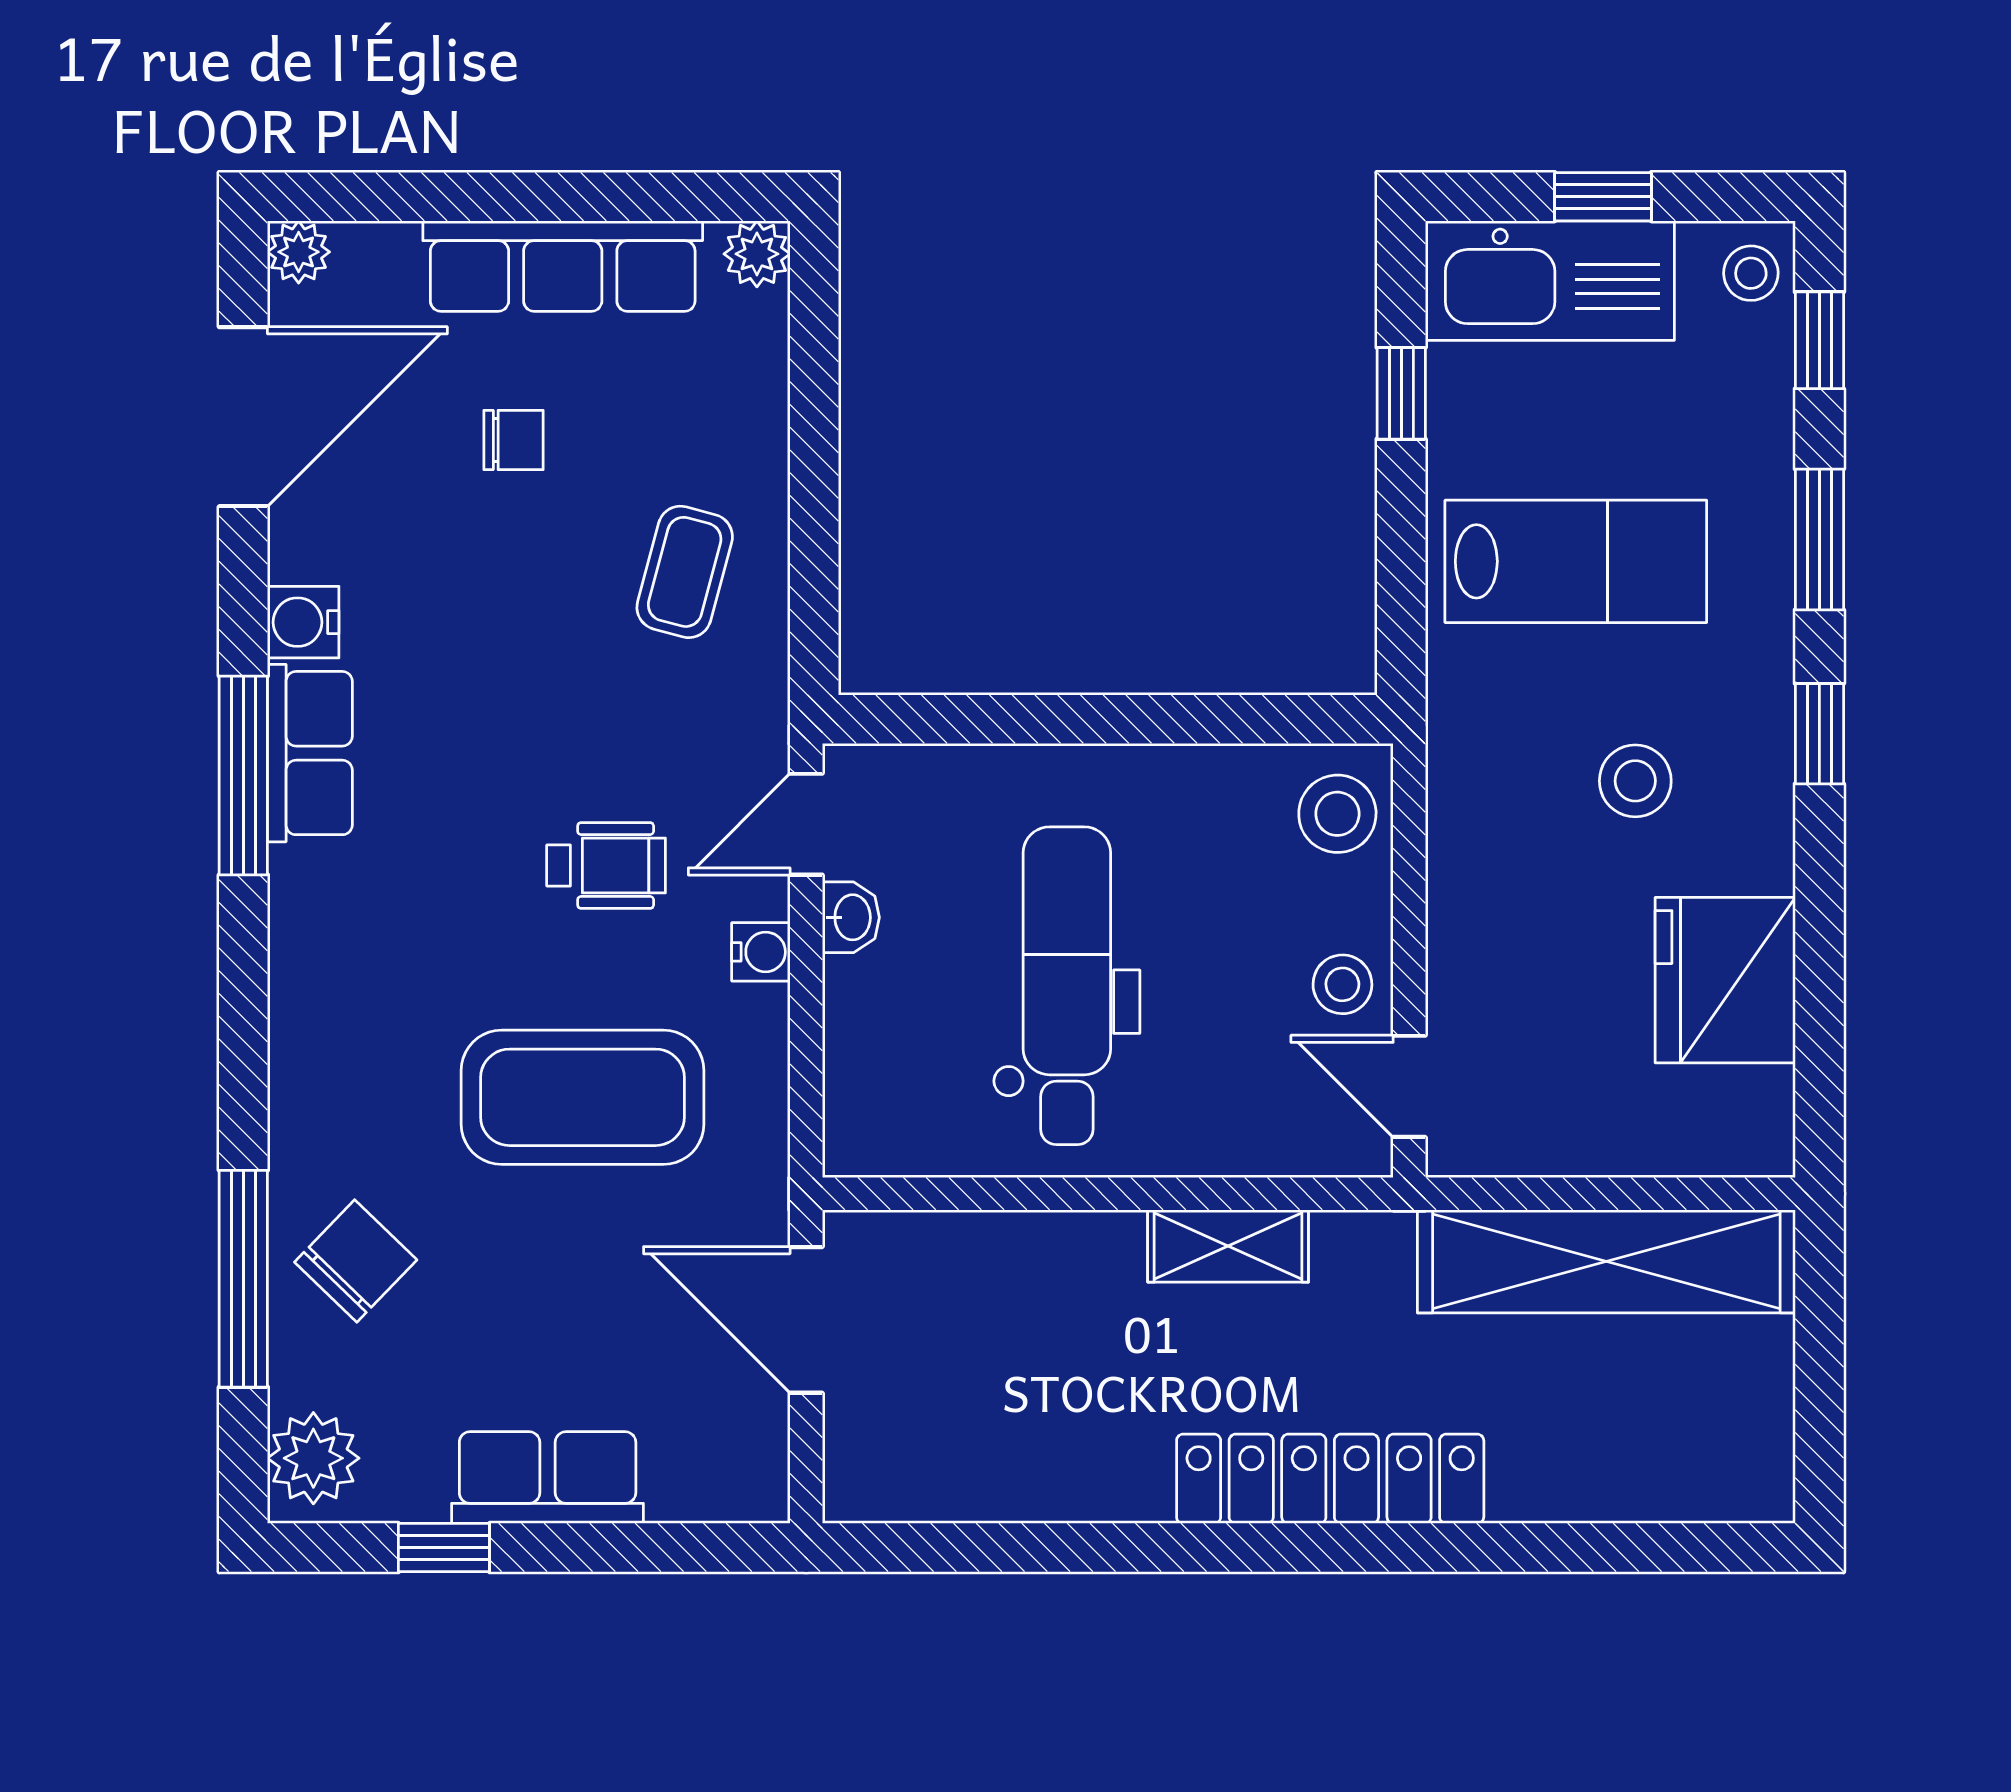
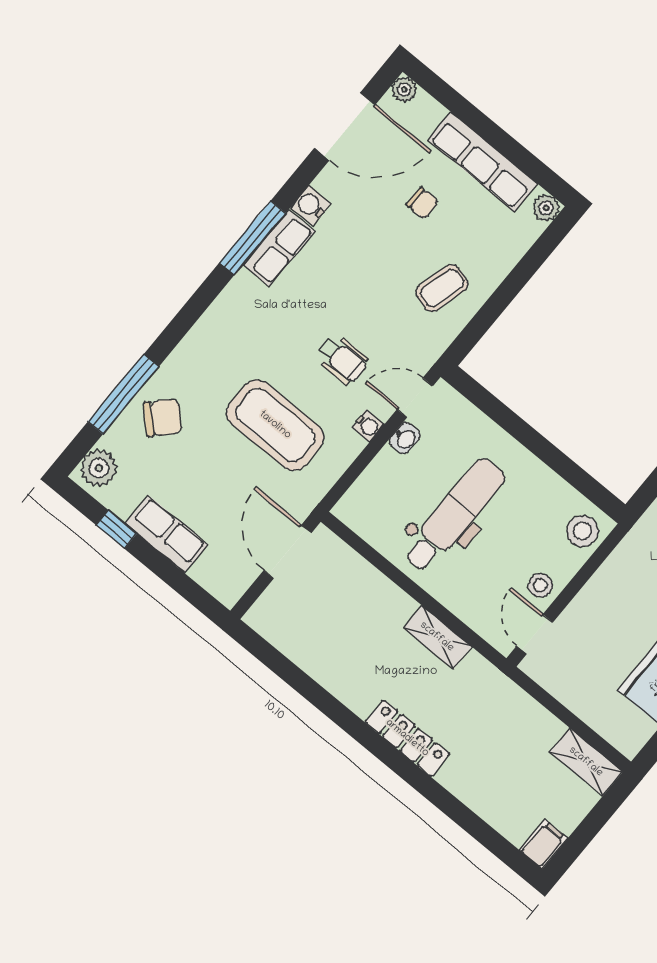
shelving: (1606, 1261) -> (586, 762), width x0.45, depth x0.75
filing cabinet: (1758, 1474) -> (544, 844), added
locker: (1330, 1479) -> (407, 738), width x0.71, depth x0.83

